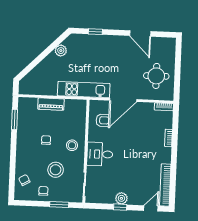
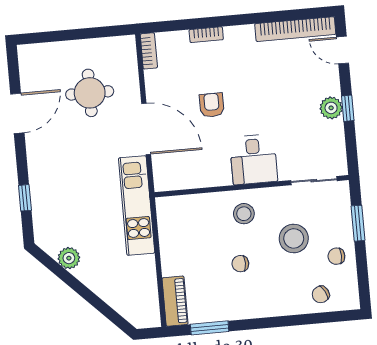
round table: (156, 76) -> (90, 93), moved
piano: (51, 104) -> (175, 301), moved
armchair: (102, 120) -> (212, 105), moved

